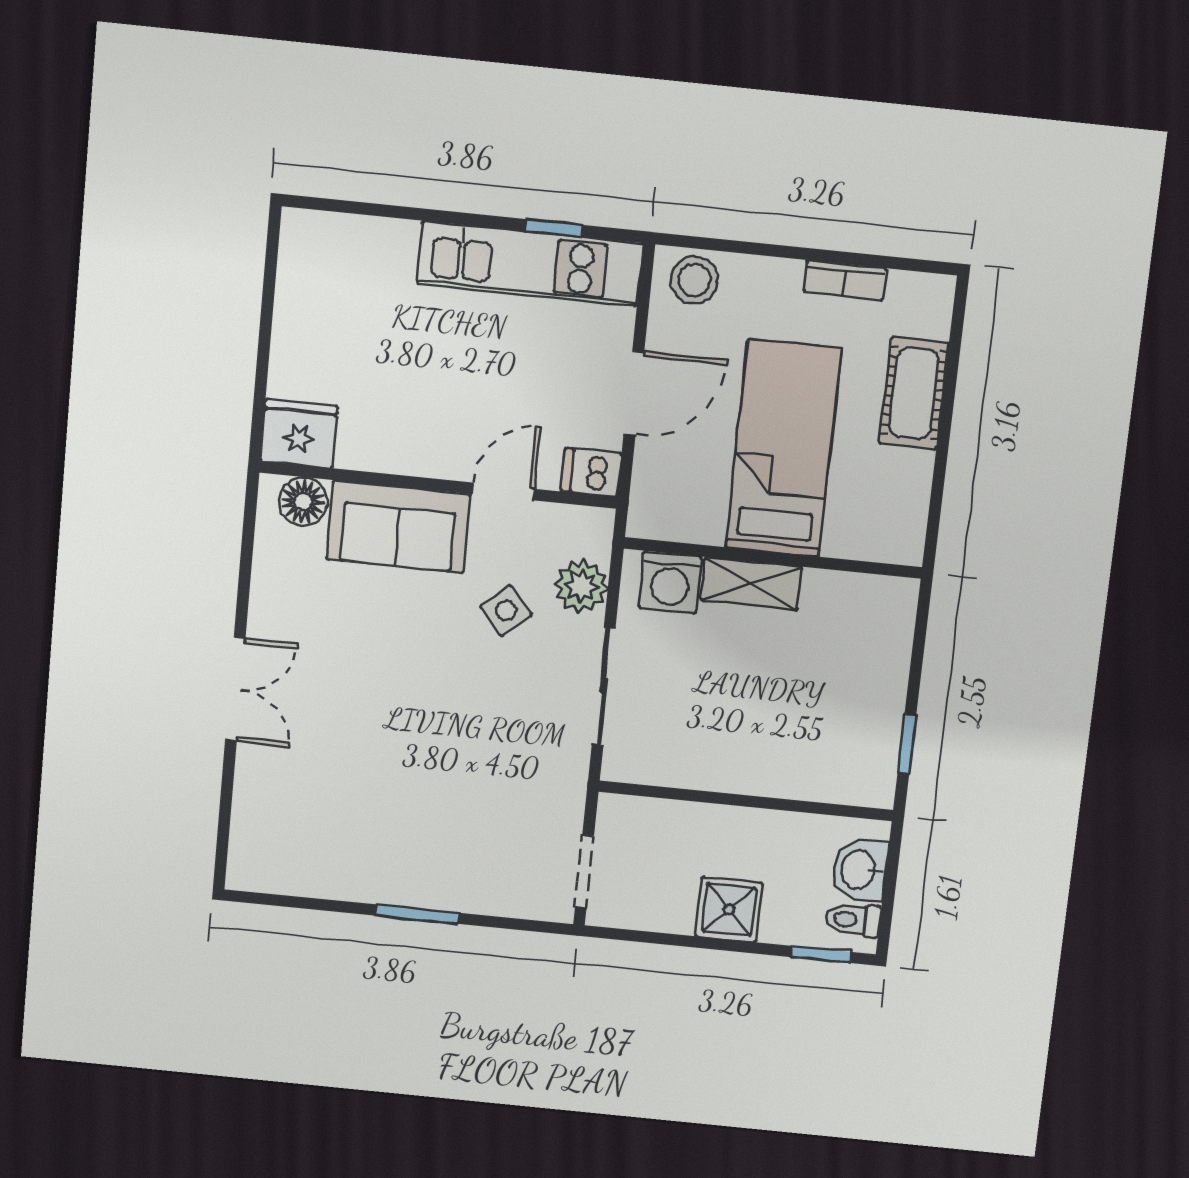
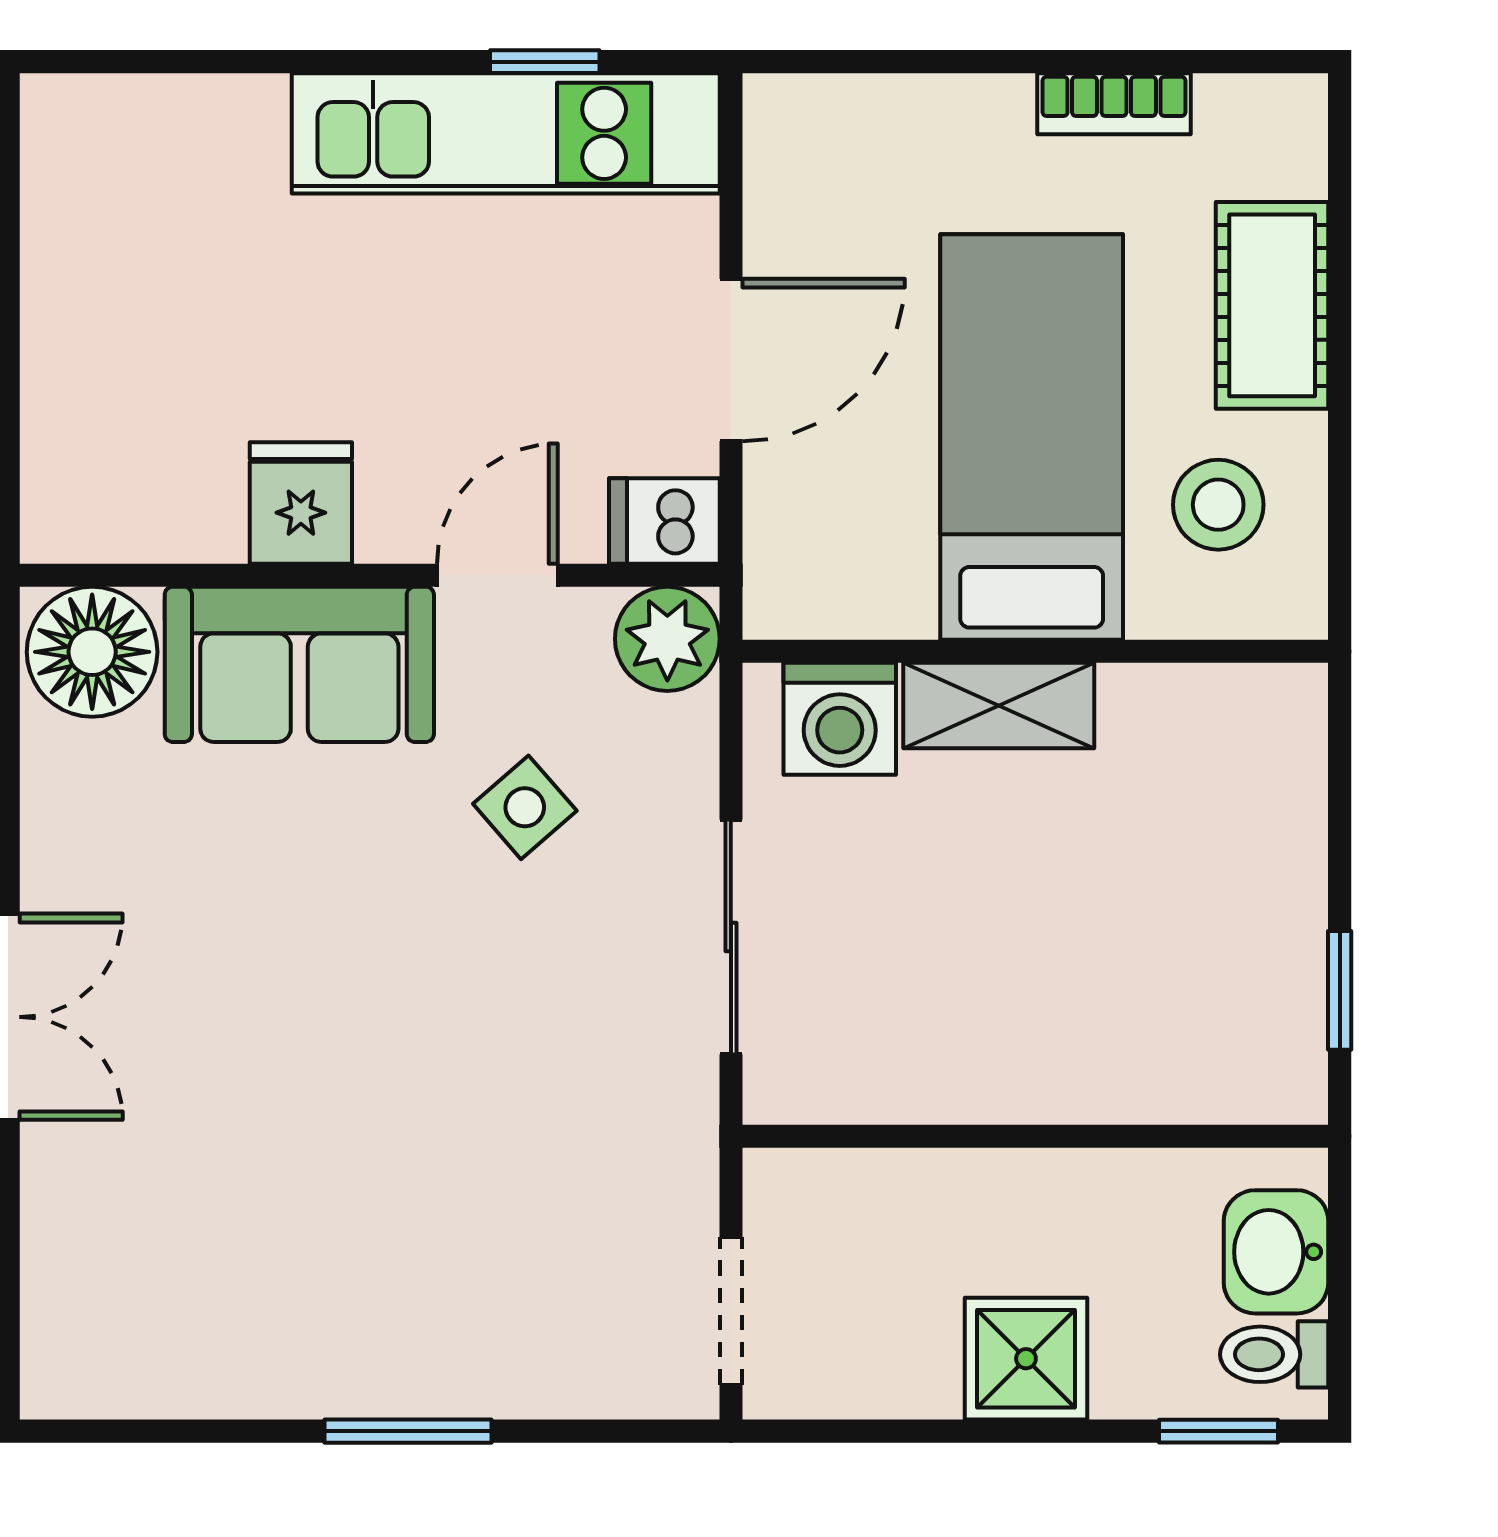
stool: (694, 280) -> (1218, 505), moved
fridge: (299, 433) -> (301, 503), moved, width x0.72
floor lamp: (303, 501) -> (92, 652), width x1.38, depth x1.38
plant: (581, 586) -> (667, 639), moved

